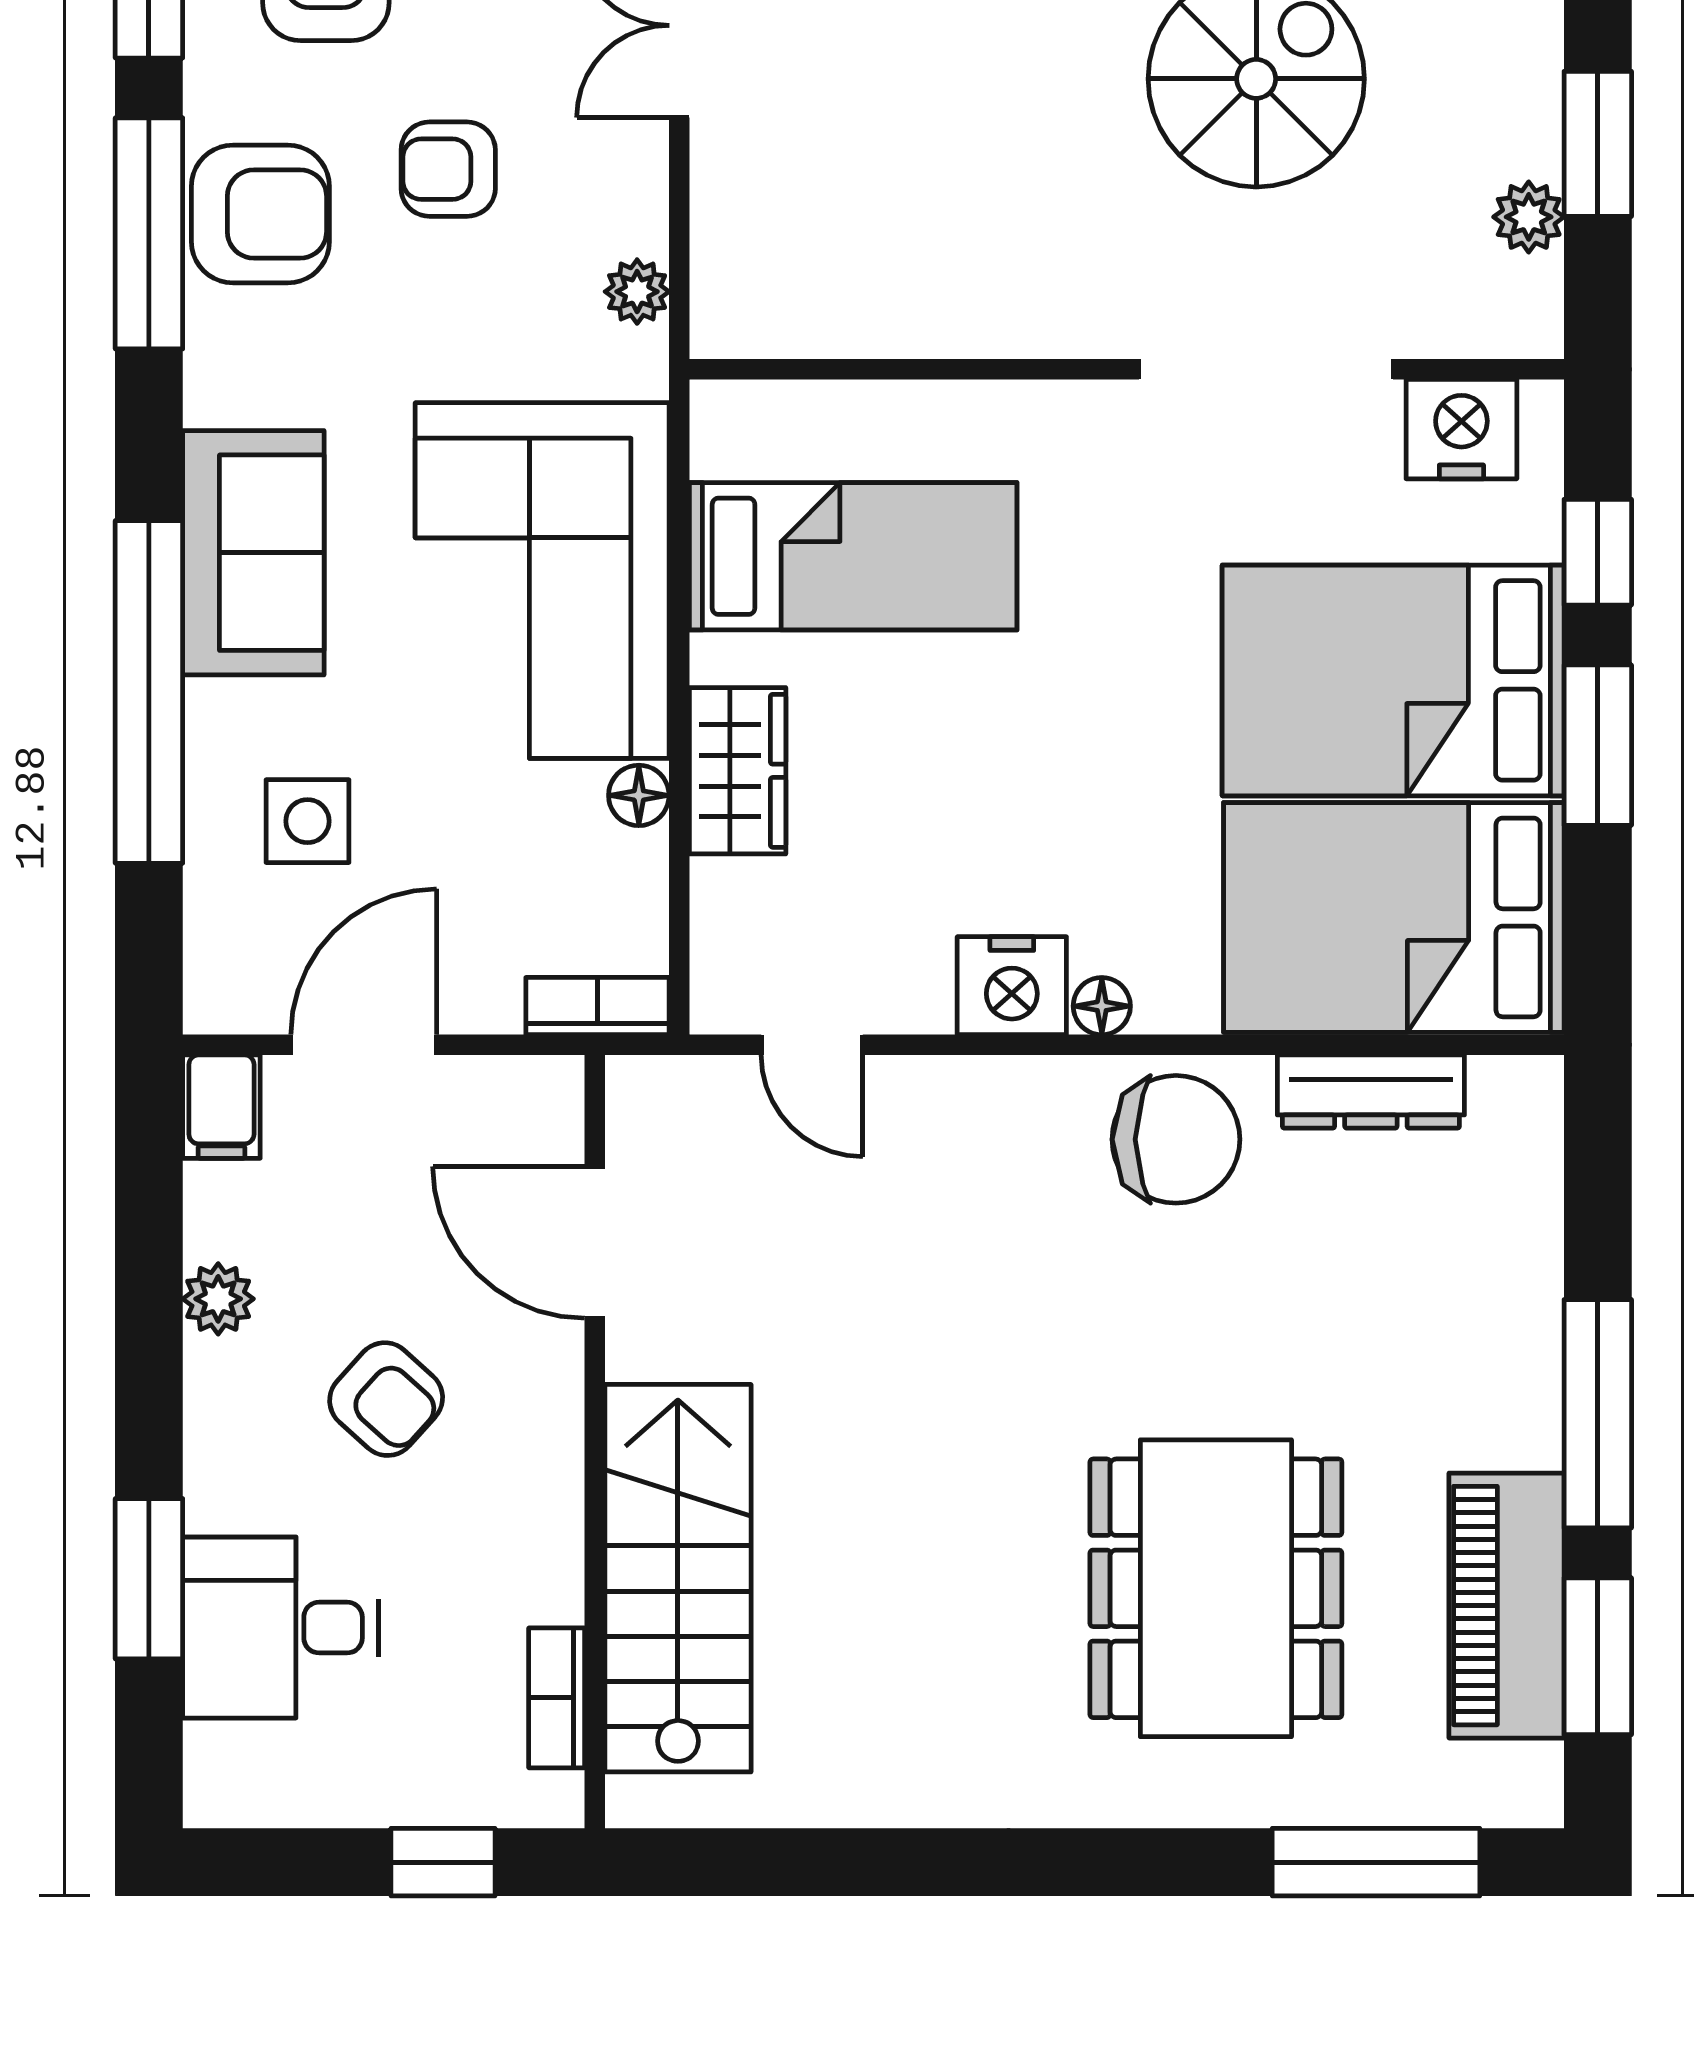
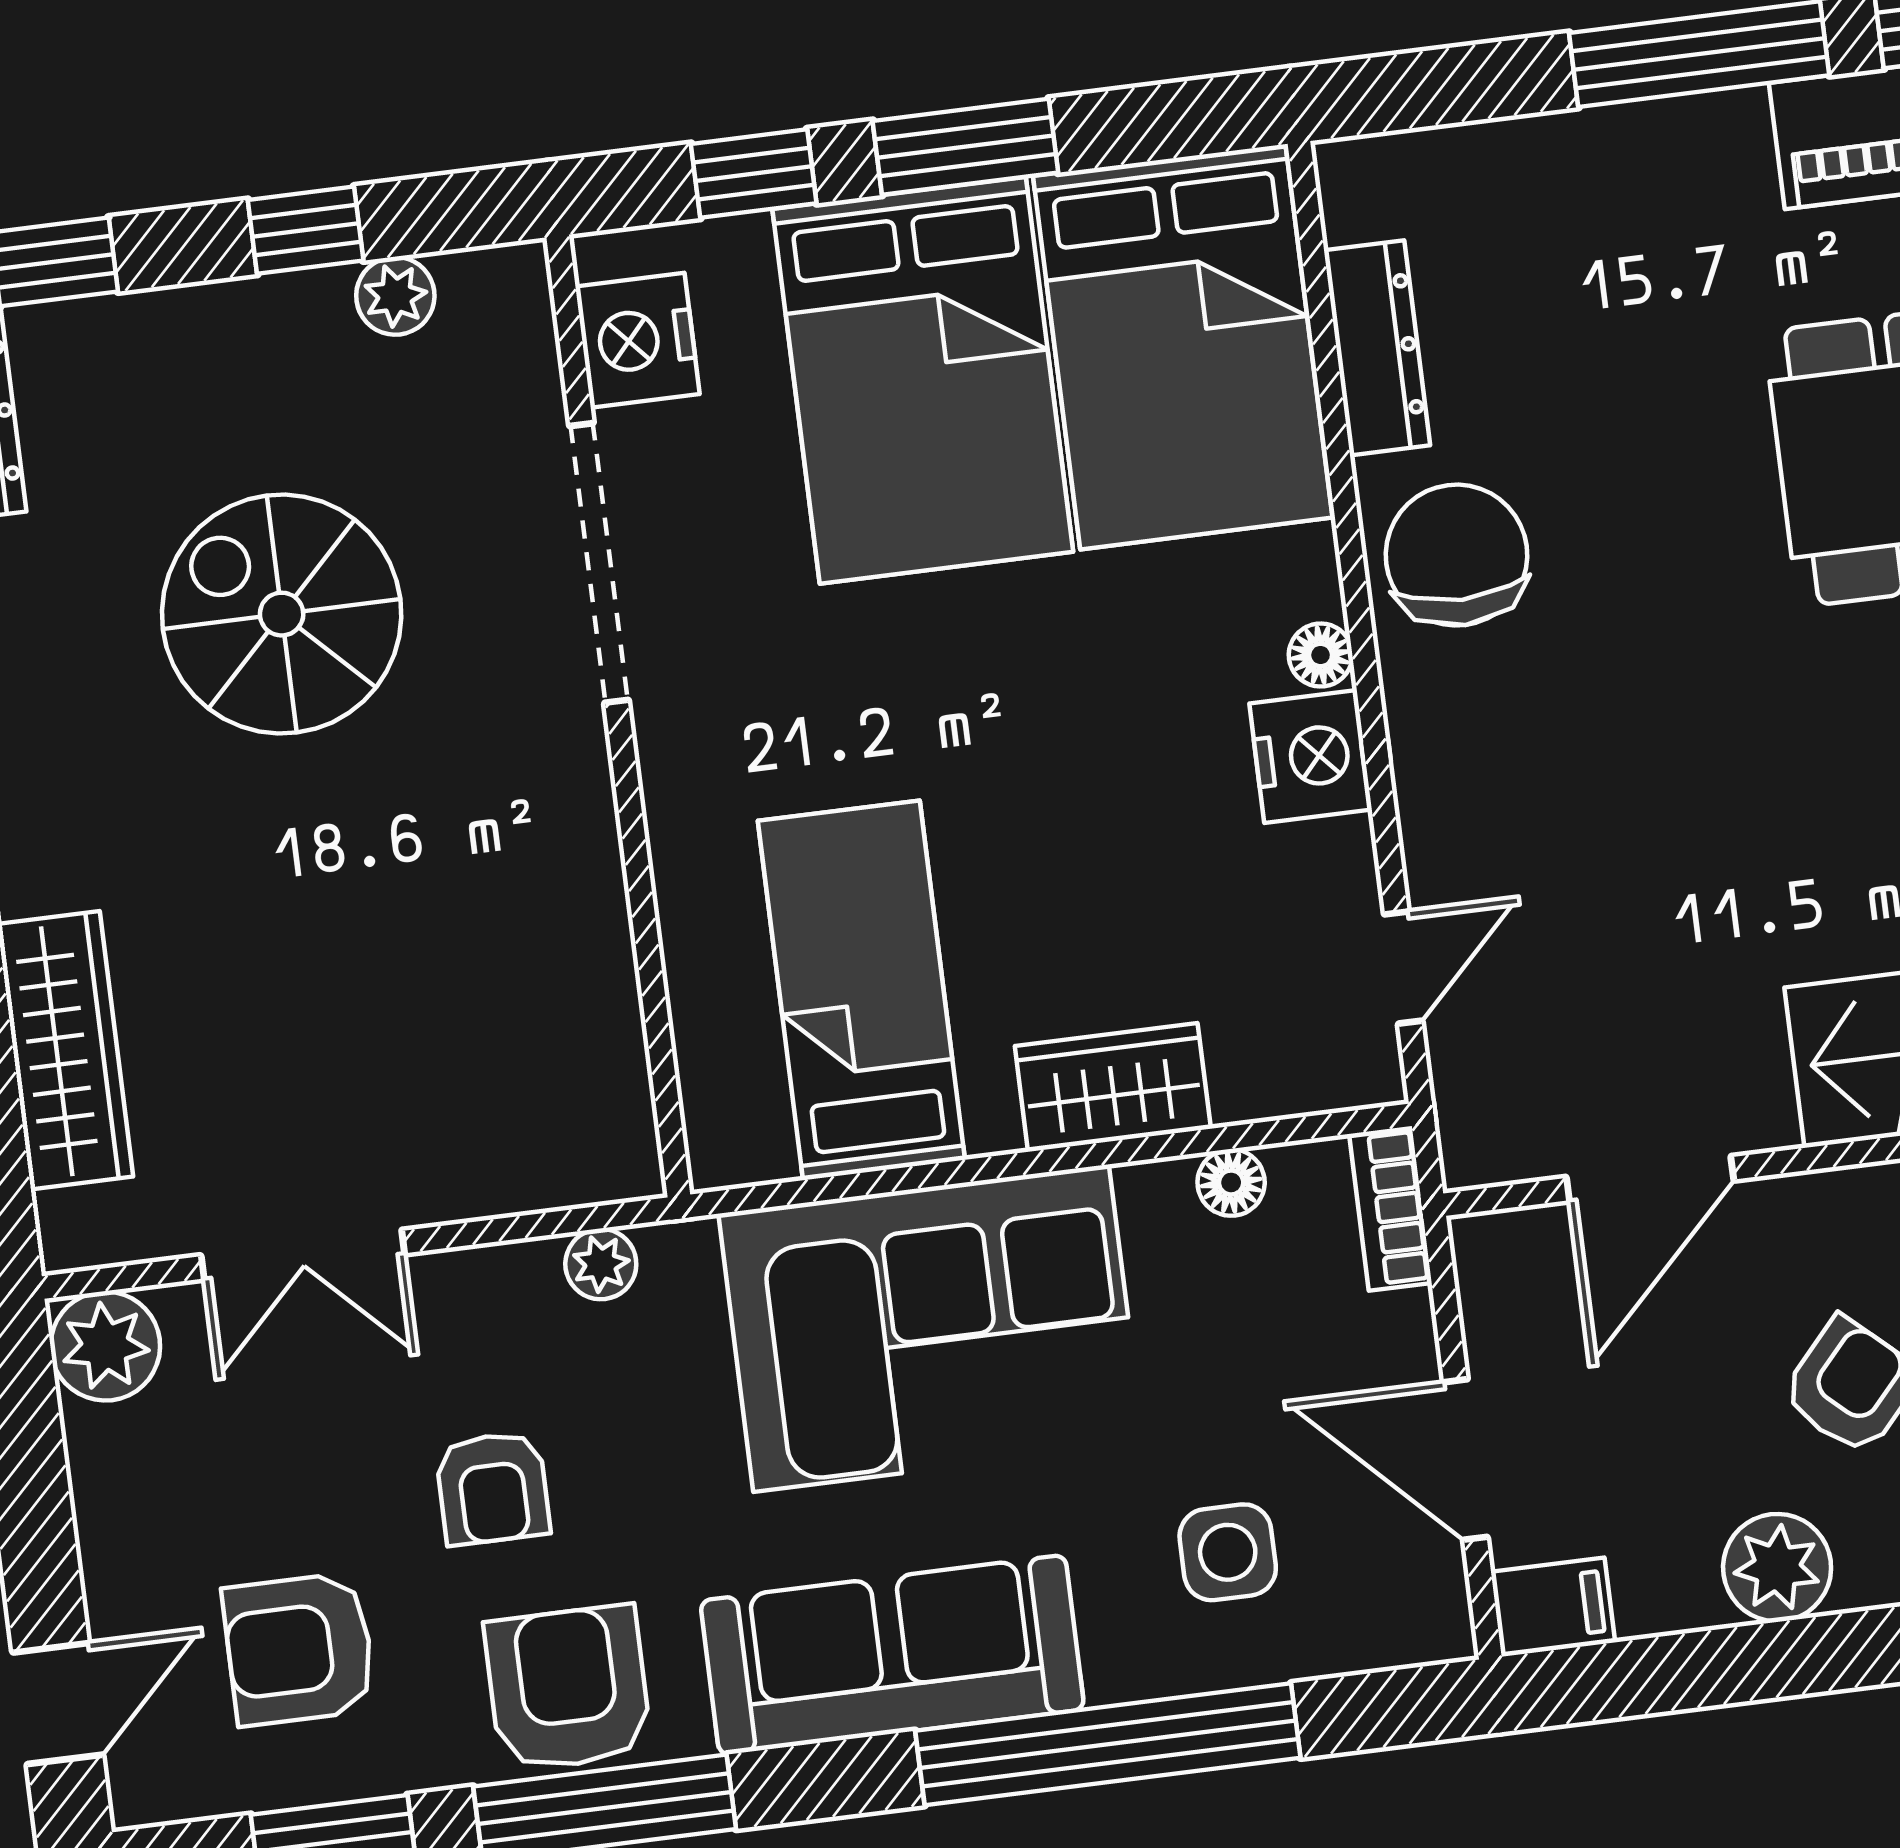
window: (1598, 144) -> (306, 230), width x0.67
sofa: (253, 553) -> (892, 1655), width x1.36
floor lamp: (639, 795) -> (1231, 1182), moved
plant: (218, 1299) -> (1777, 1568), width x1.38, depth x1.38

